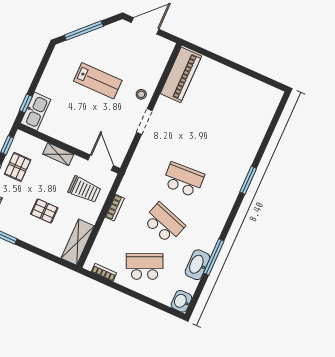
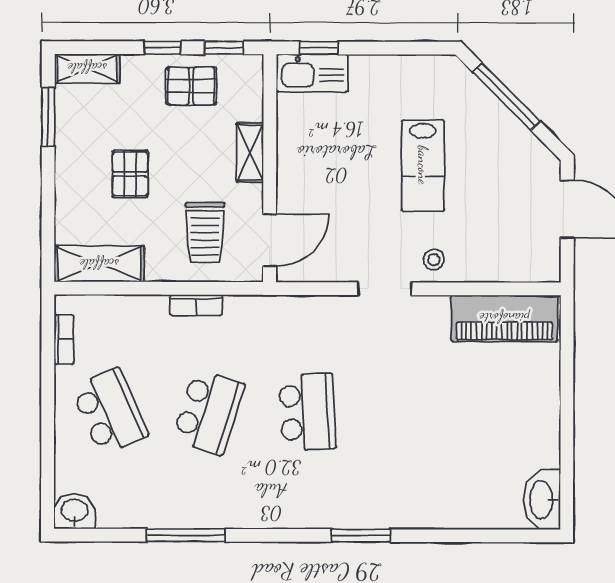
washbasin: (197, 265) -> (542, 500), moved, turned -90

